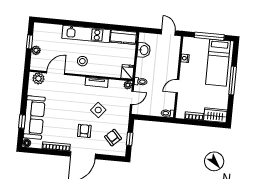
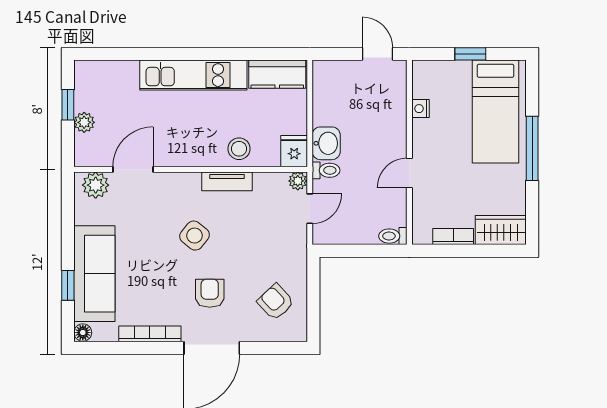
window: (209, 36) -> (470, 54), width x0.46
washbasin: (144, 50) -> (326, 143), moved
stool: (82, 61) -> (239, 149), moved
side table: (98, 110) -> (195, 236), moved
window: (130, 139) -> (313, 301), removed

